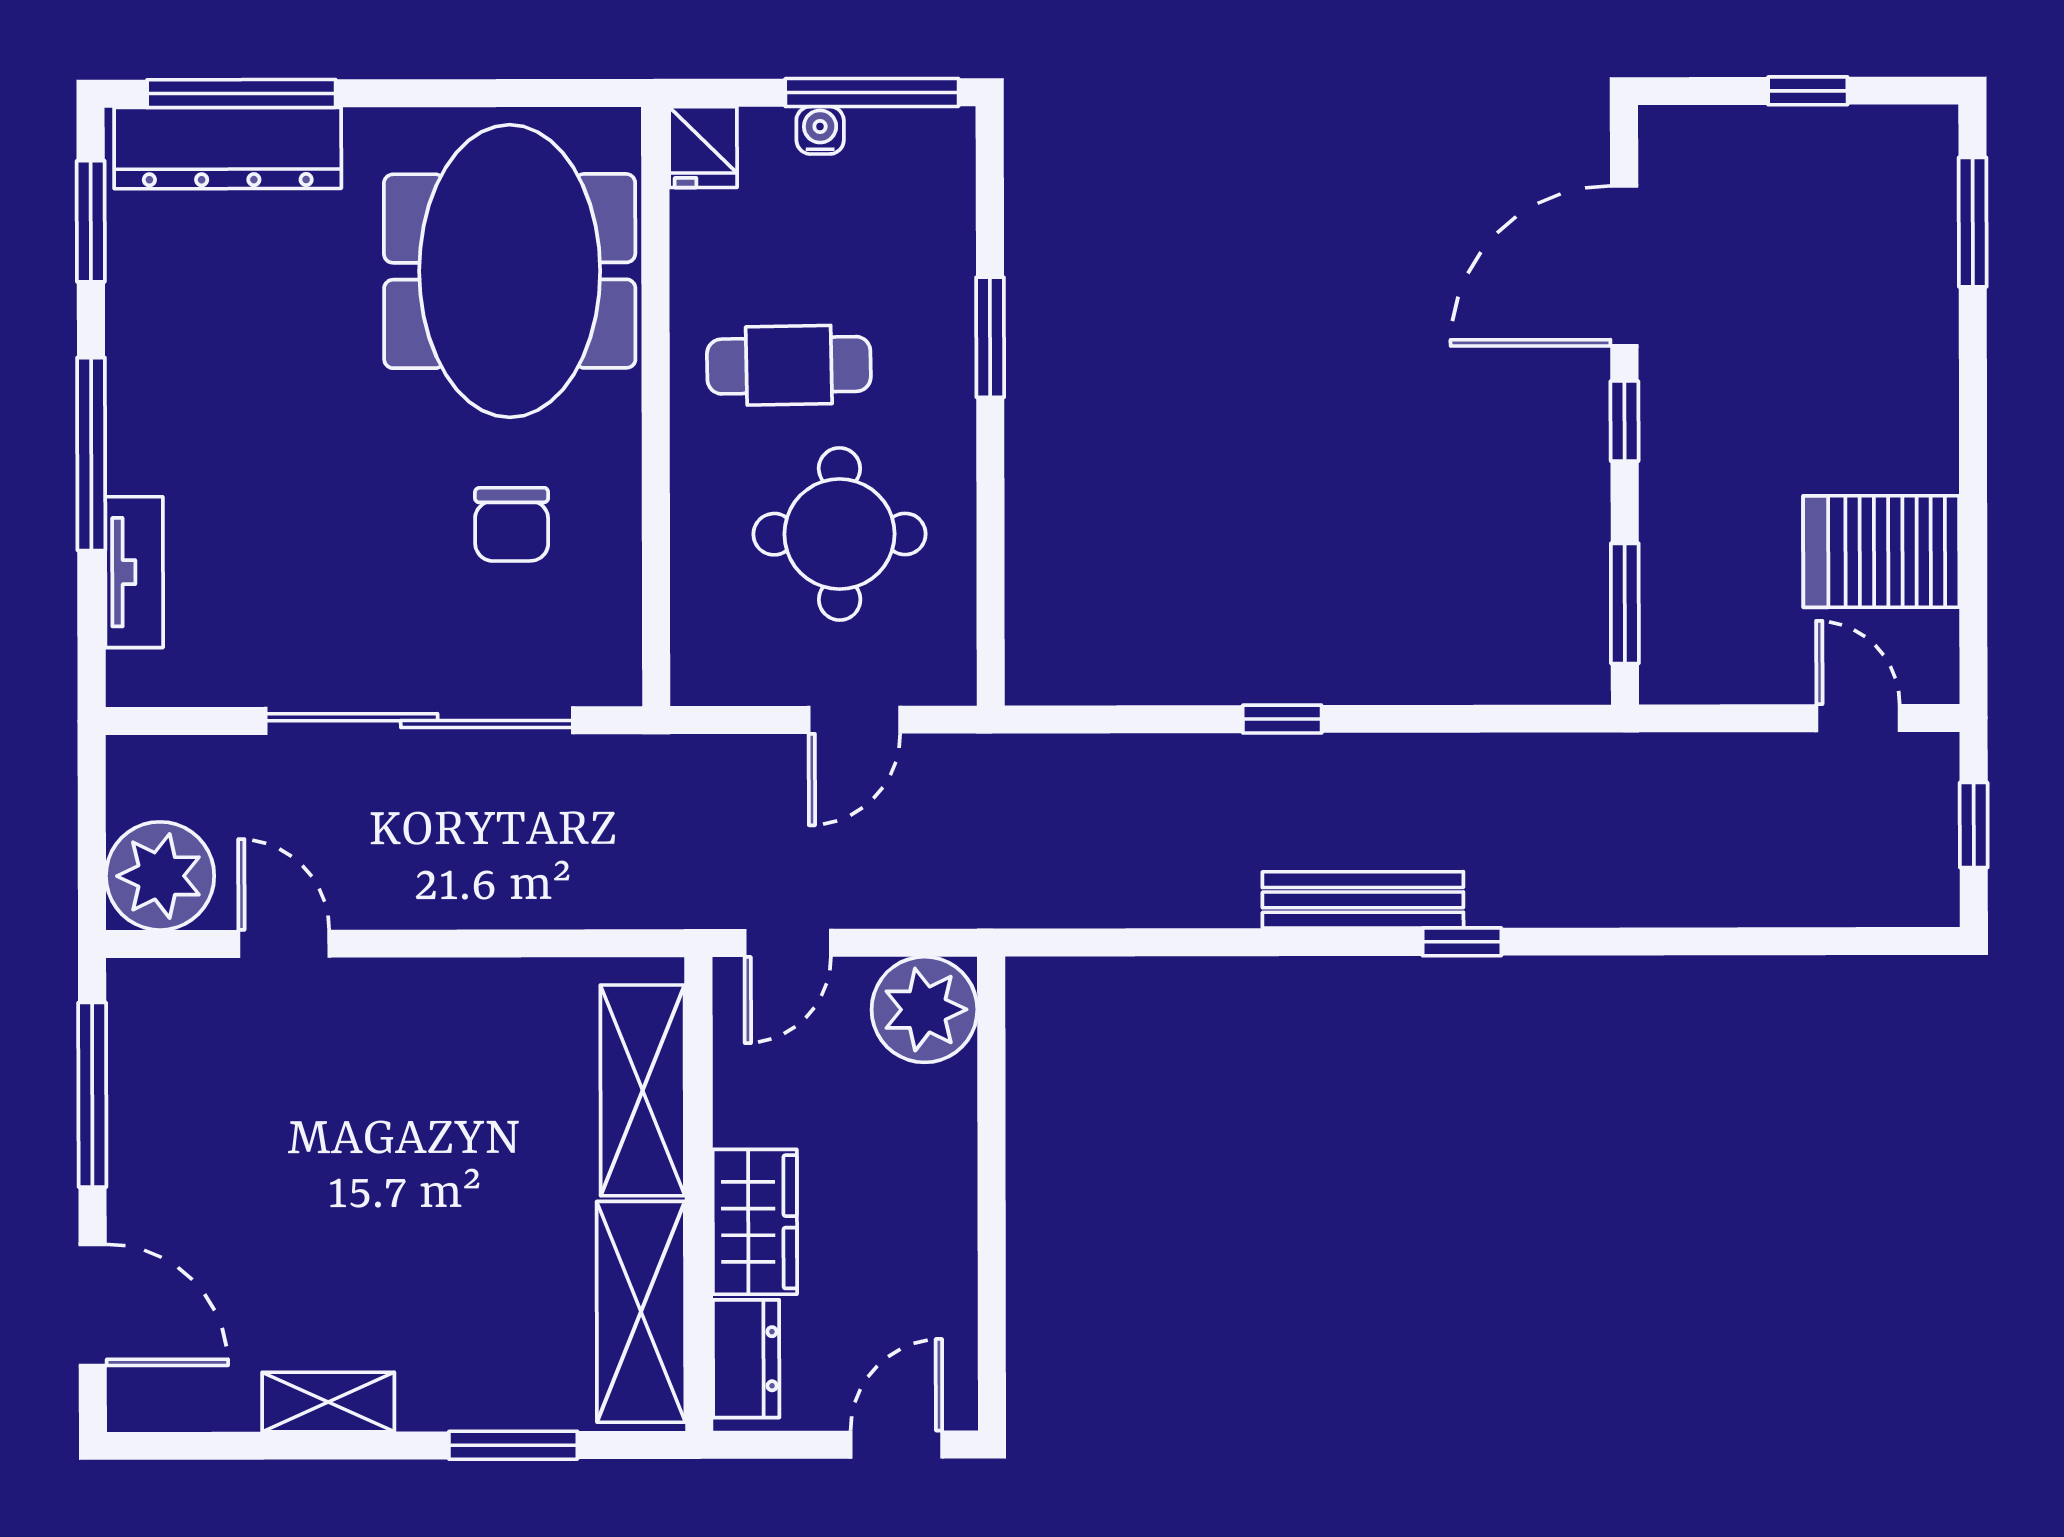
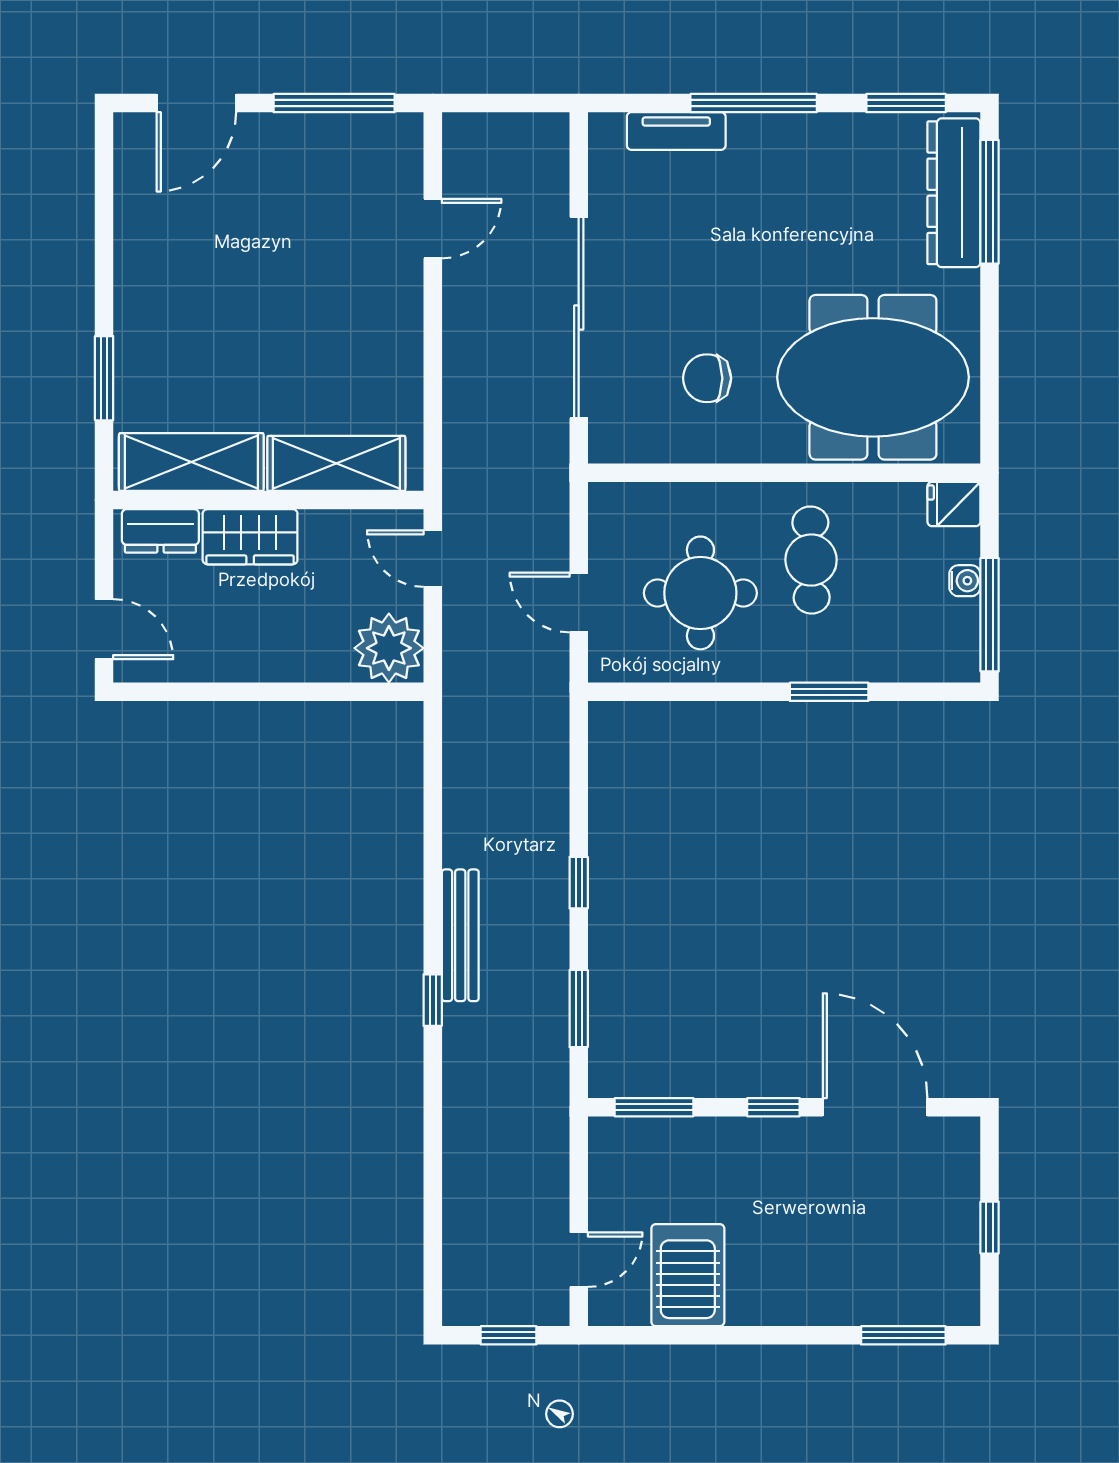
window: (1474, 719) -> (579, 1009), added
plant: (160, 876) -> (477, 148), removed
shelving: (328, 1402) -> (133, 257), removed

